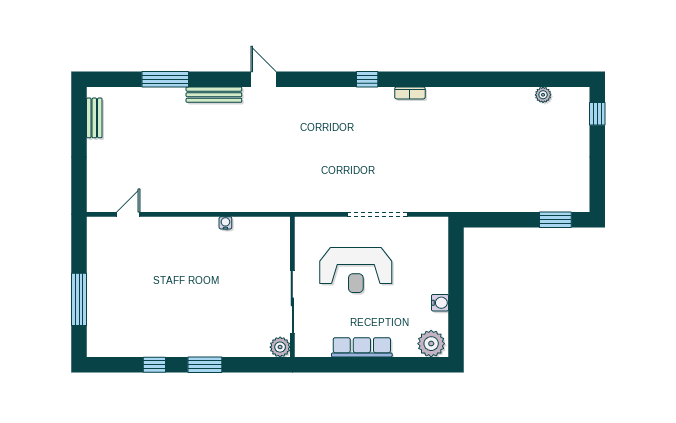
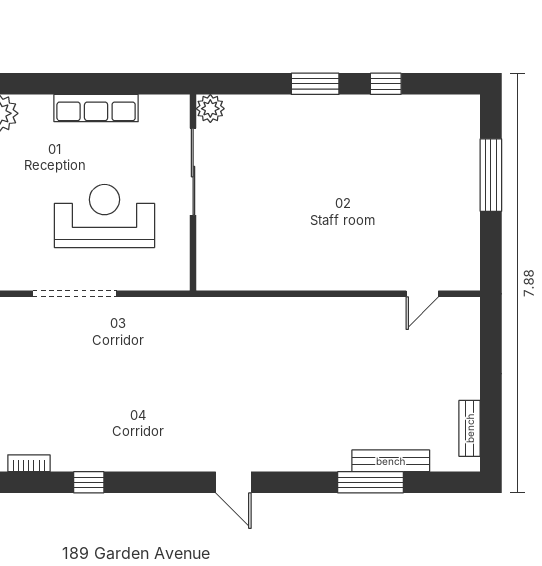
bench: (214, 95) -> (391, 461), moved
water cooler: (225, 223) -> (286, 282), removed

